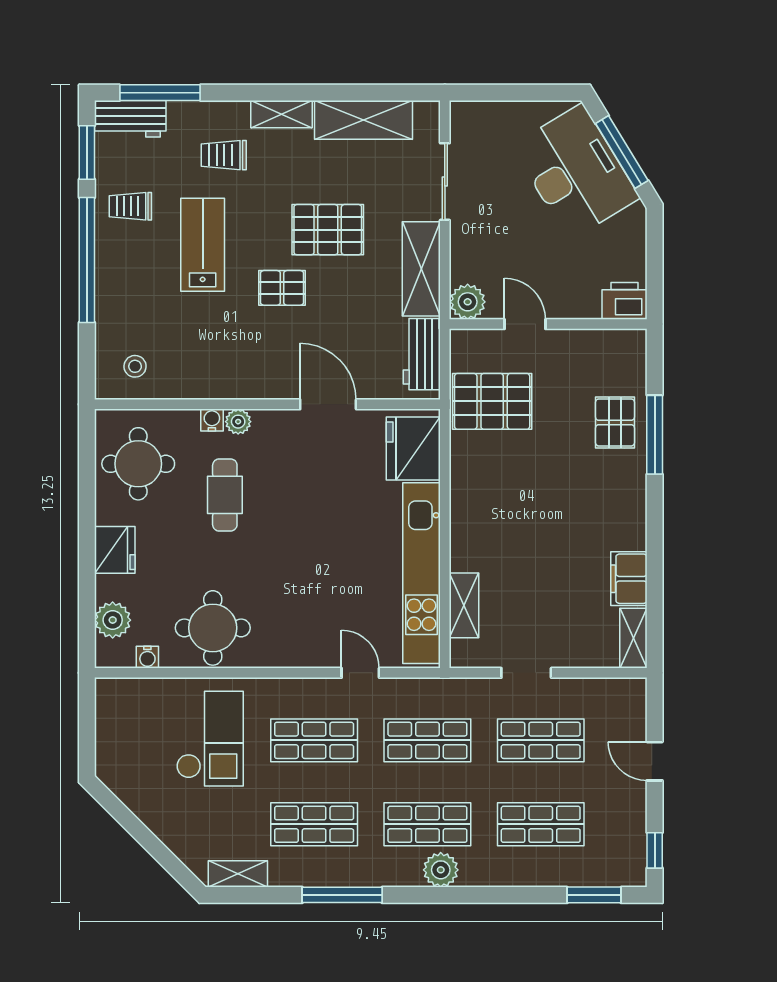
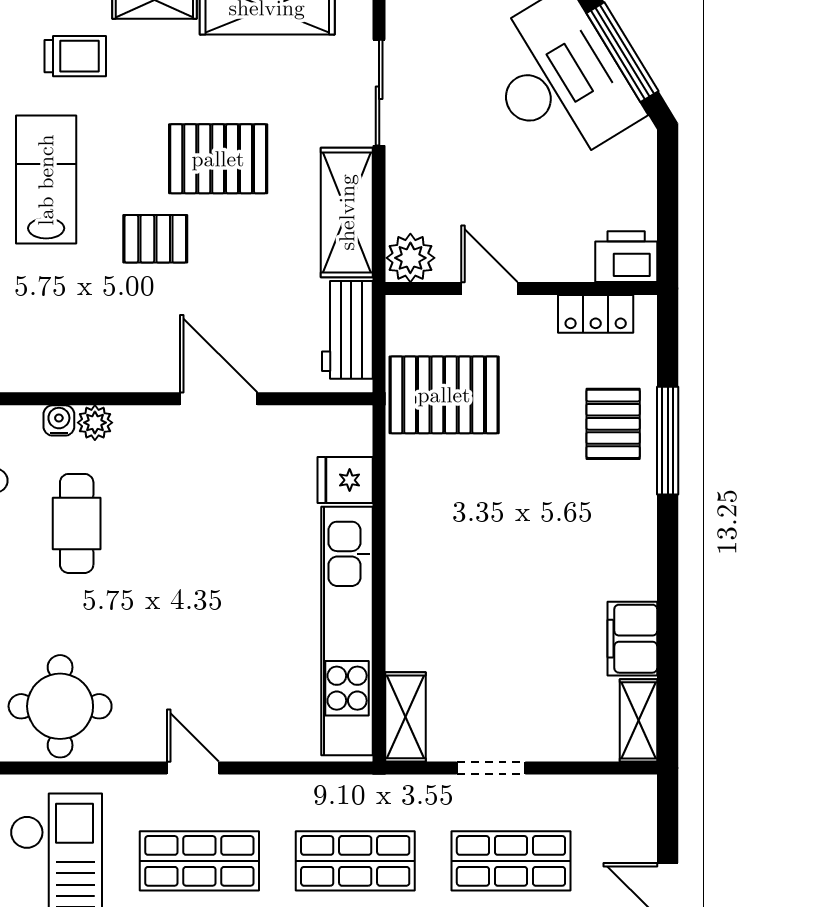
trolley: (224, 155) -> (75, 56), turned 180
locker: (602, 342) -> (596, 314), added
fridge: (413, 448) -> (345, 480), width x0.53, depth x0.75
shelving: (464, 605) -> (406, 717), moved
door: (360, 673) -> (193, 768), moved

